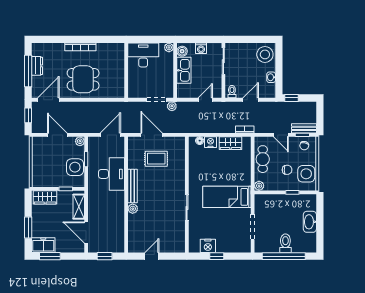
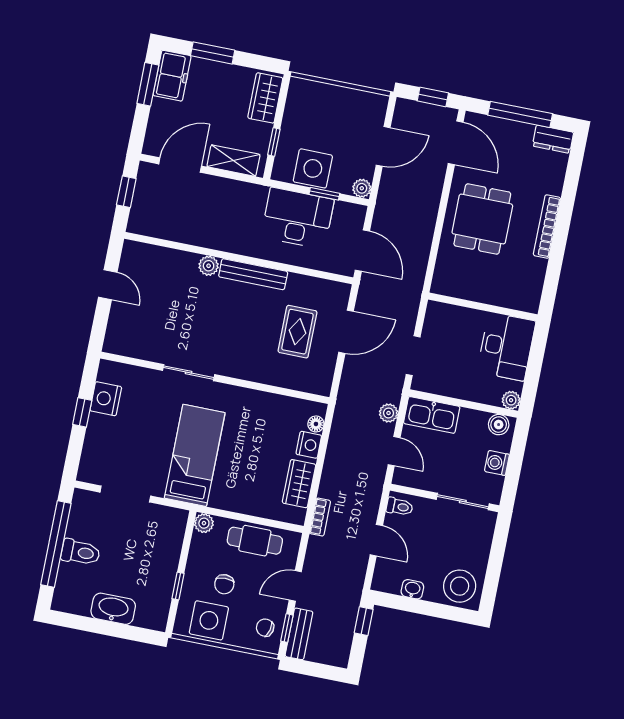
dresser: (37, 66) -> (553, 139), moved
kitchen sink: (184, 70) -> (432, 415), moved
plant: (172, 106) -> (389, 413), moved
desk: (111, 174) -> (297, 218), moved, turned 180

